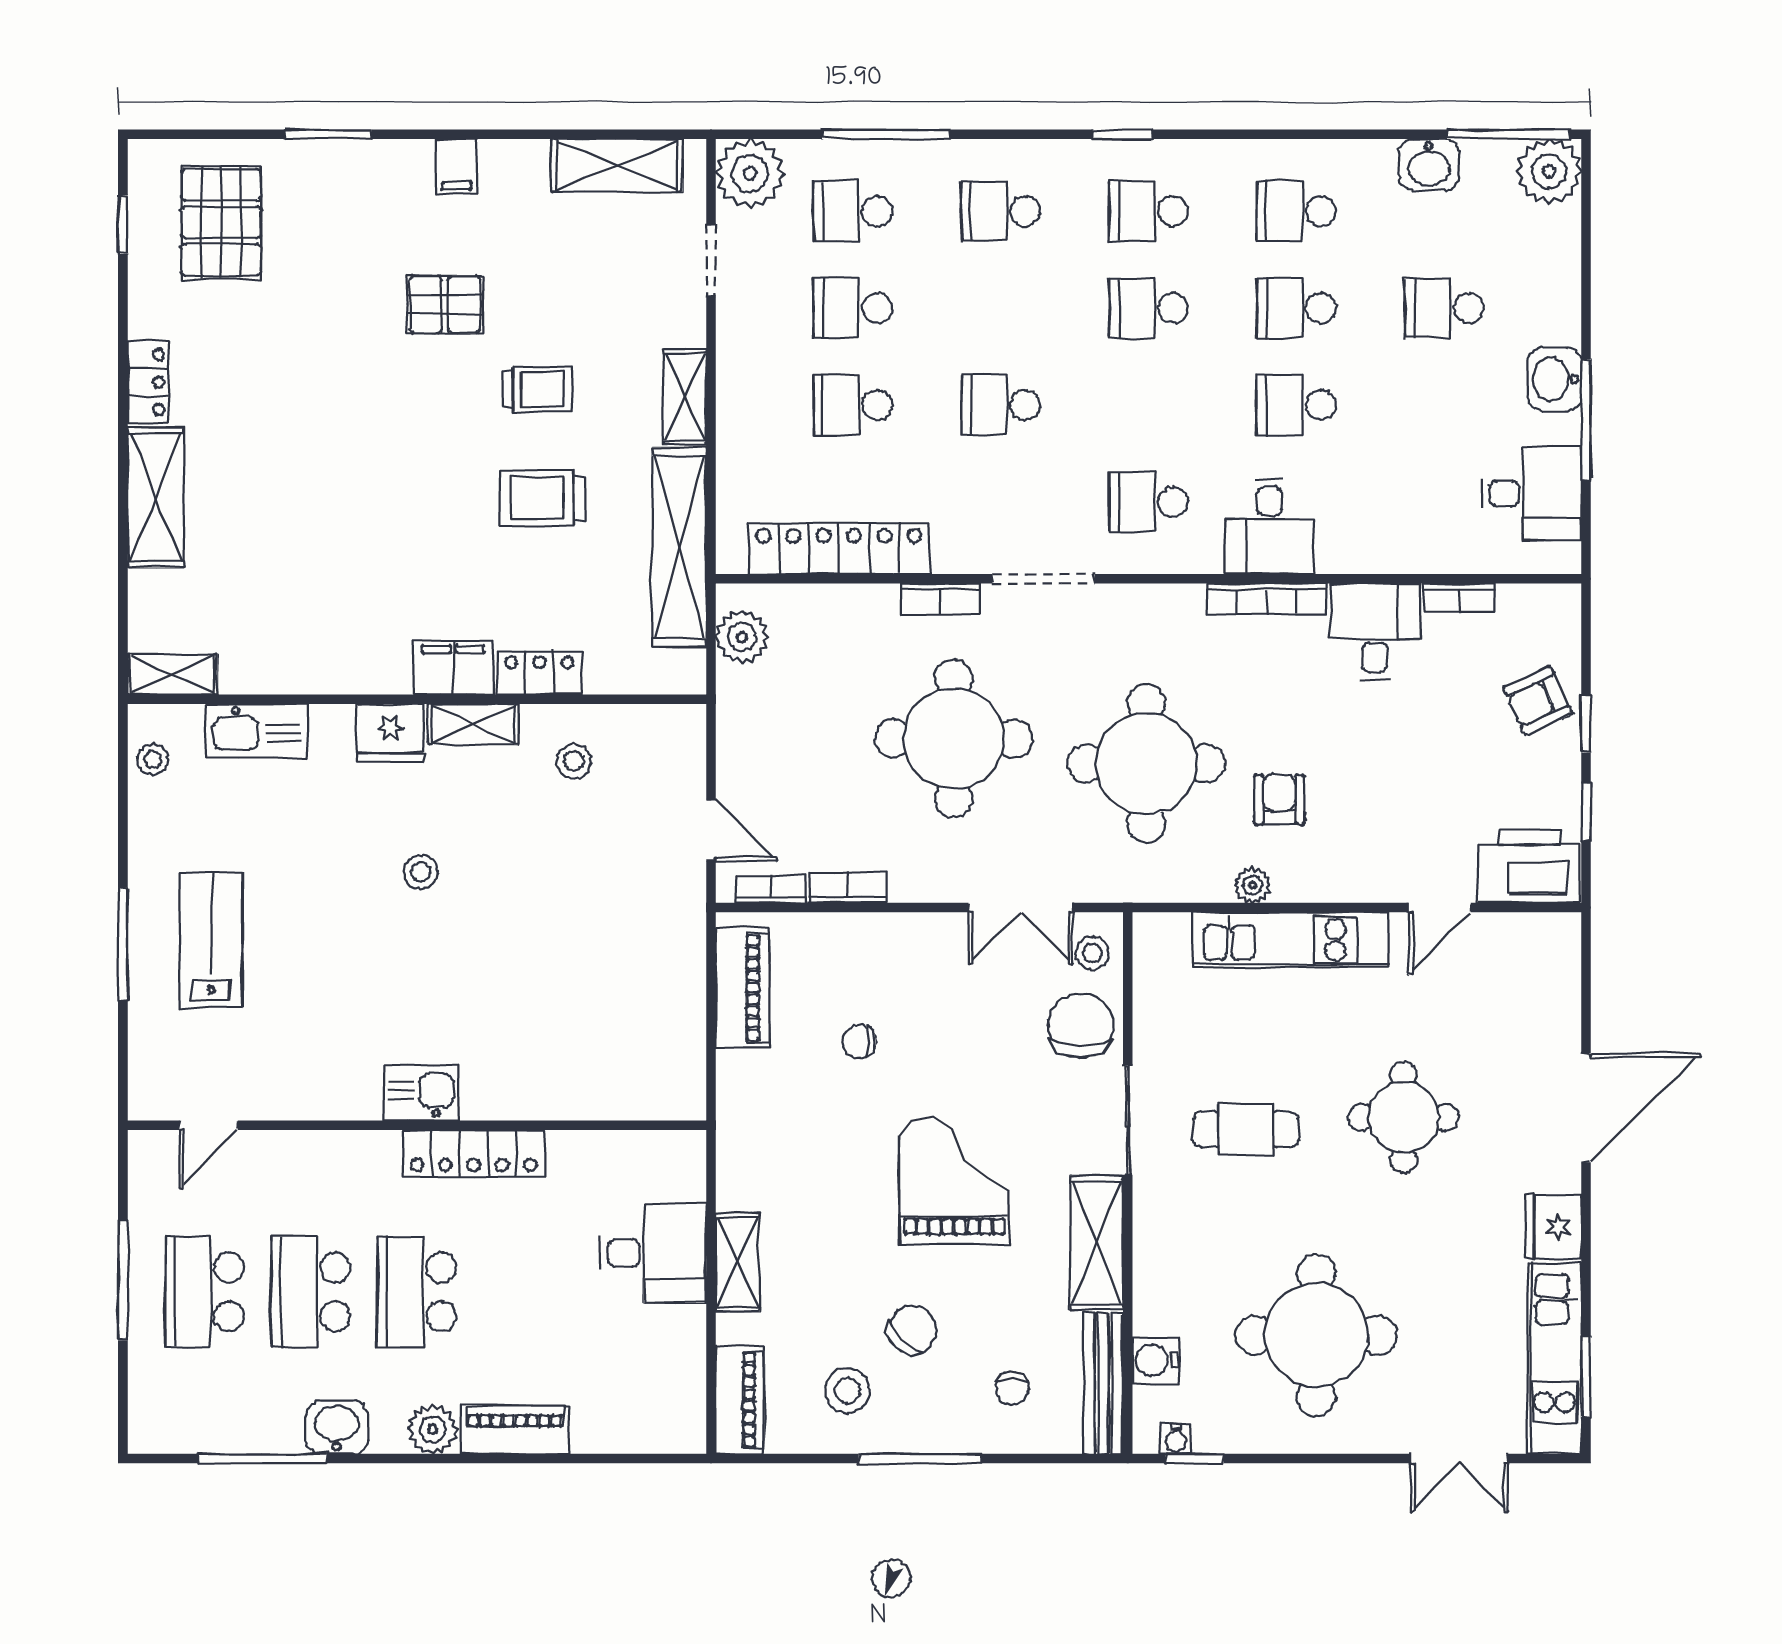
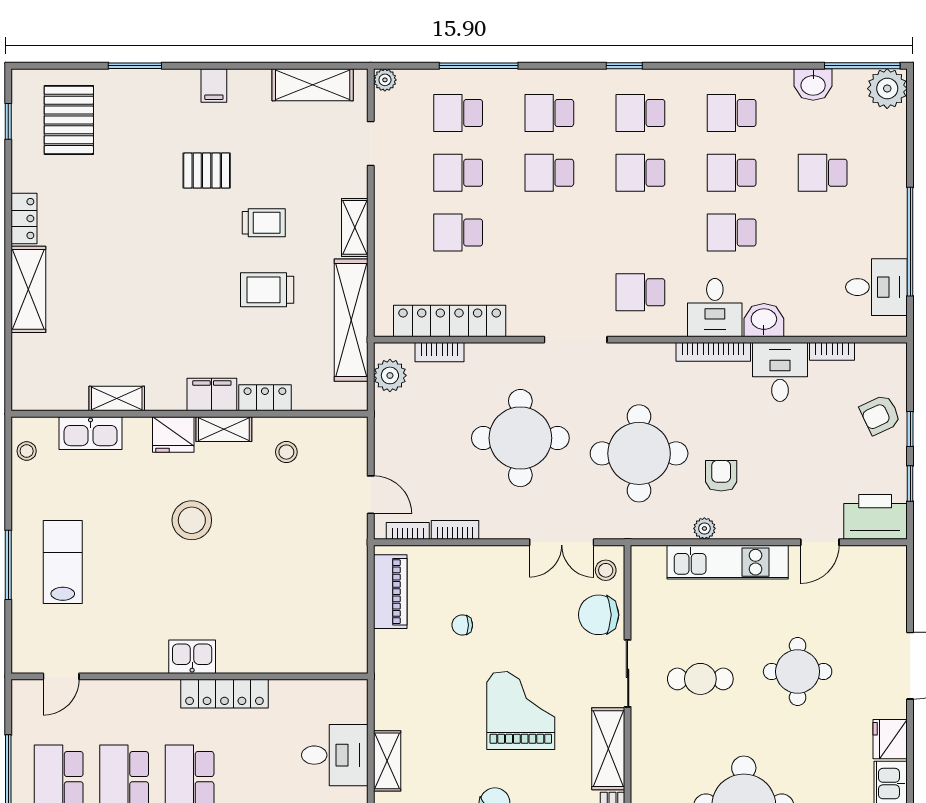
plant: (750, 173) -> (385, 80), width x0.53, depth x0.53
washbasin: (1554, 379) -> (764, 320), moved, turned 90
school desk: (1001, 405) -> (549, 173), moved
window: (1586, 420) -> (910, 242), width x1.46
bookcase: (940, 599) -> (439, 352), moved
shelving: (172, 674) -> (117, 399), moved
stool: (421, 872) -> (192, 520), width x1.89, depth x1.89
chair: (1081, 1025) -> (599, 615), turned -90

